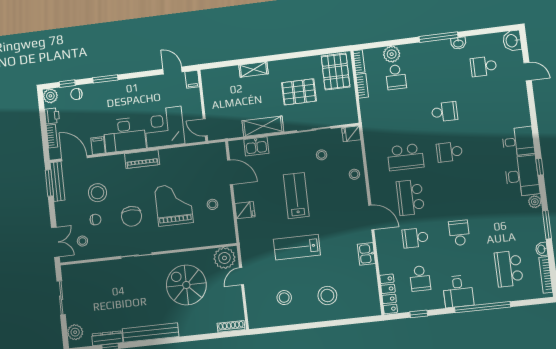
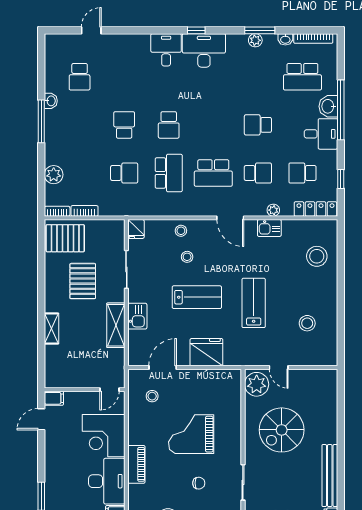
washbasin: (512, 41) -> (328, 106), moved, turned 90
school desk: (396, 77) -> (124, 173), moved
kitchen sink: (256, 146) -> (137, 316), moved
stool: (322, 155) -> (187, 257), moved
lab bench: (296, 196) -> (197, 297), turned 180
plant: (535, 202) -> (255, 40), moved
stool: (212, 204) -> (152, 396), moved
fridge: (245, 210) -> (206, 352), width x1.88, depth x1.34
chair: (132, 216) -> (199, 483), width x0.54, depth x0.54
door: (371, 217) -> (230, 218), swing flipped
school desk: (415, 238) -> (258, 173), turned -90
lab bench: (297, 247) -> (254, 303), turned 180
plant: (383, 256) -> (273, 210), added
school desk: (420, 278) -> (302, 173), turned 180
stool: (327, 295) -> (317, 256), moved
shoe rack: (231, 326) -> (332, 385), removed

